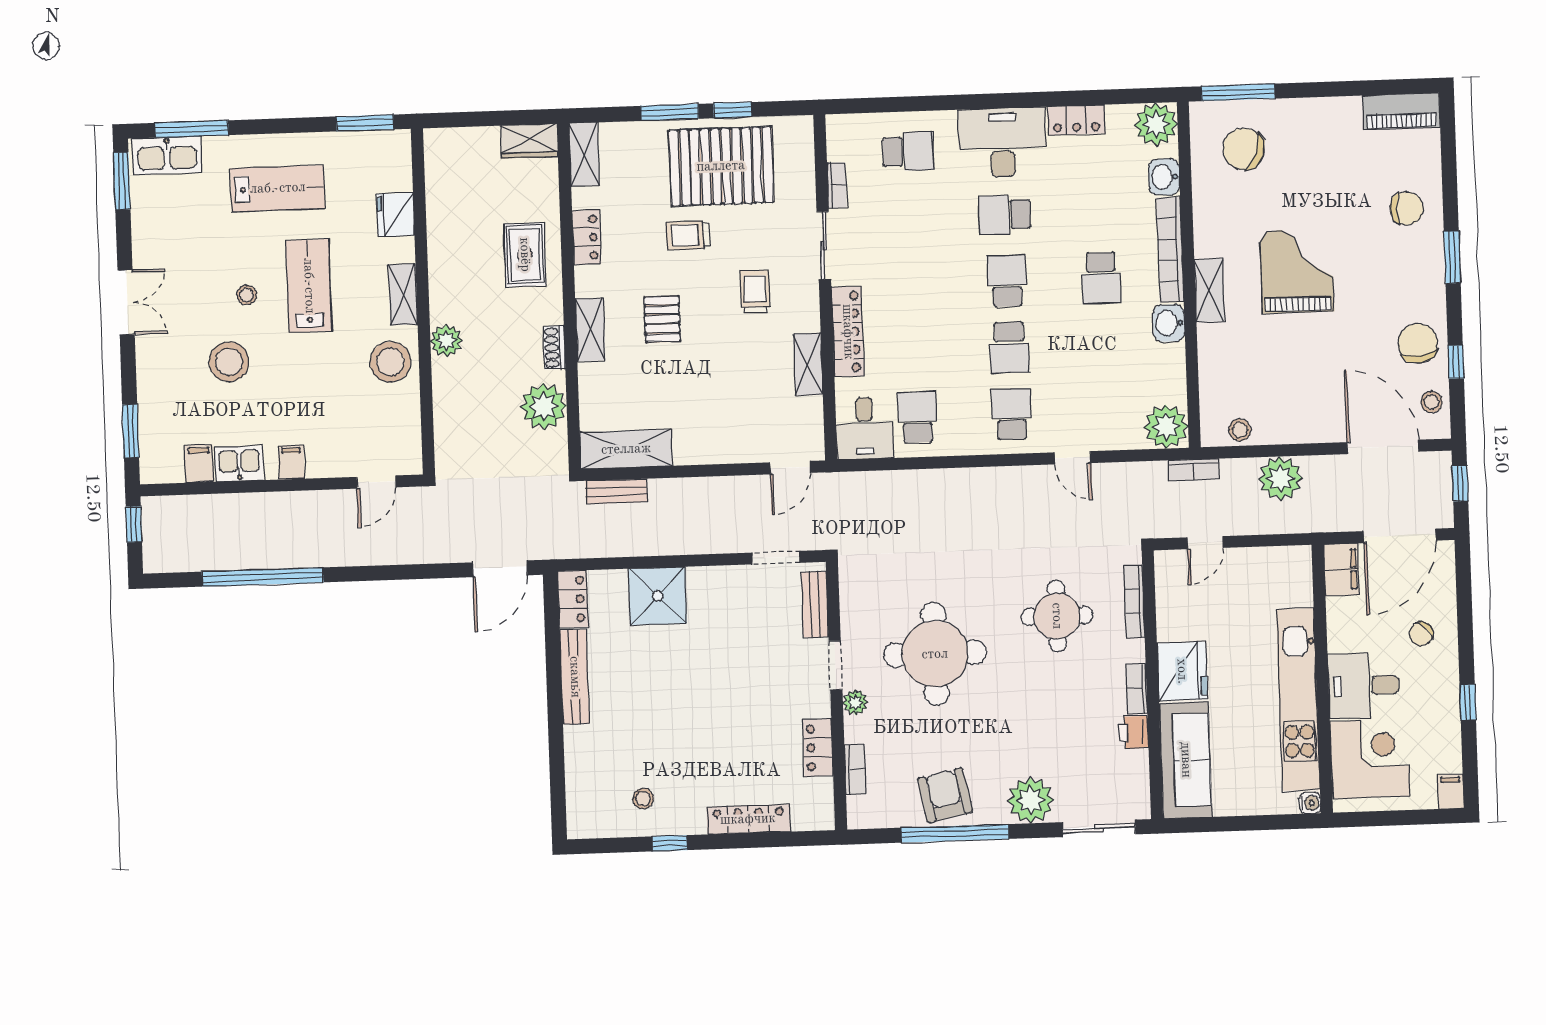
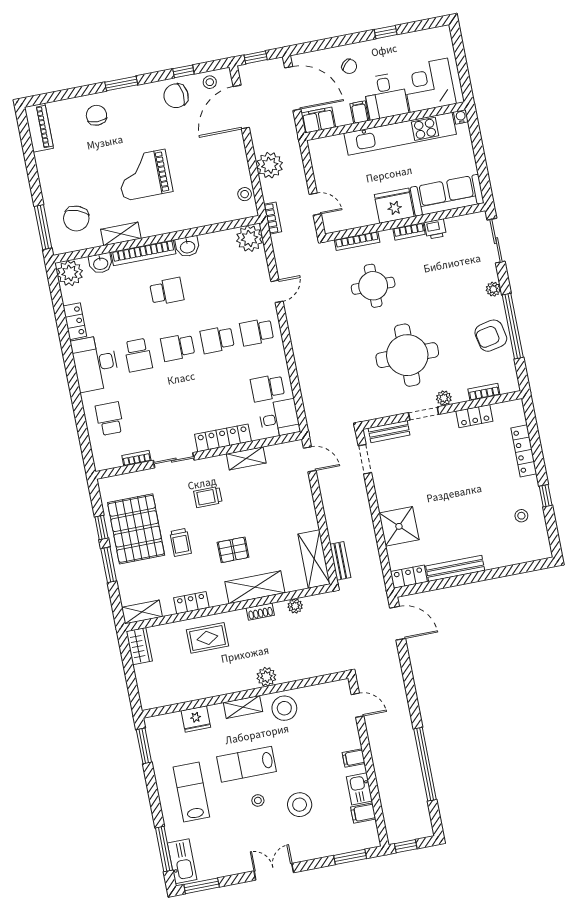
shelving: (1209, 290) -> (121, 234), moved
shelving: (590, 330) -> (255, 587), width x1.50, depth x1.33
school desk: (1009, 347) -> (217, 340), turned 180
plant: (544, 406) -> (295, 606), width x0.53, depth x0.53
filing cabinet: (1451, 792) -> (359, 112), moved, turned 90
plant: (1031, 800) -> (493, 289), width x0.53, depth x0.53

